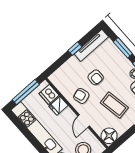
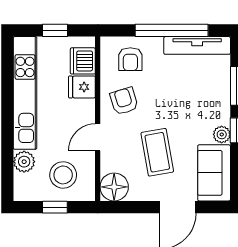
window: (75, 49) -> (172, 30), width x3.17
armchair: (96, 77) -> (130, 59), moved
window: (26, 92) -> (55, 30), width x0.46

